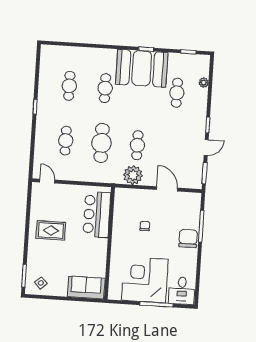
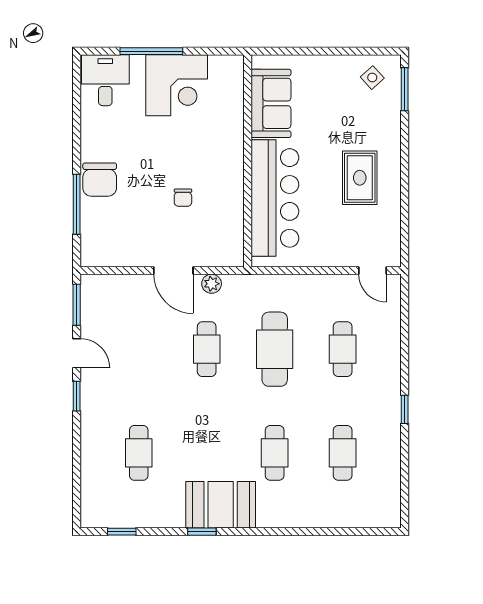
booth: (142, 68) -> (221, 505), width x0.73, depth x0.70
plant: (204, 83) -> (89, 475), removed
door: (206, 148) -> (77, 353), swing flipped
plant: (133, 175) -> (212, 284), width x0.53, depth x0.53
door: (167, 189) -> (173, 271), moved
bar counter: (97, 214) -> (275, 198), width x1.36
rug: (51, 230) -> (360, 178), turned 90
corner desk: (145, 280) -> (177, 85), width x0.74, depth x0.74
sofa: (86, 288) -> (271, 103), moved, turned -90

